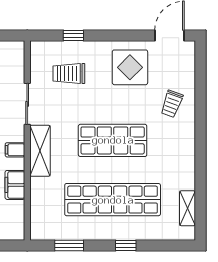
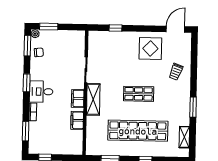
trolley: (69, 74) -> (112, 52), removed
shop shelf: (113, 140) -> (139, 94), width x0.70, depth x0.74
filing cabinet: (15, 150) -> (78, 98), width x2.00
window: (200, 160) -> (193, 107), added

